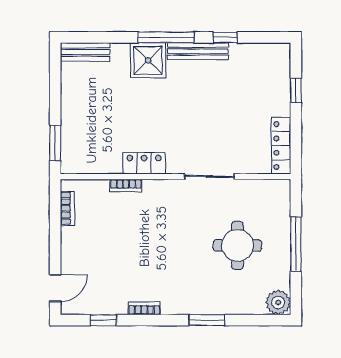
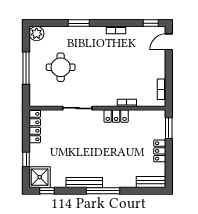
window: (225, 37) -> (47, 191), moved
shower: (148, 60) -> (40, 177), moved
locker: (70, 104) -> (160, 151), added
window: (103, 320) -> (151, 23), moved

